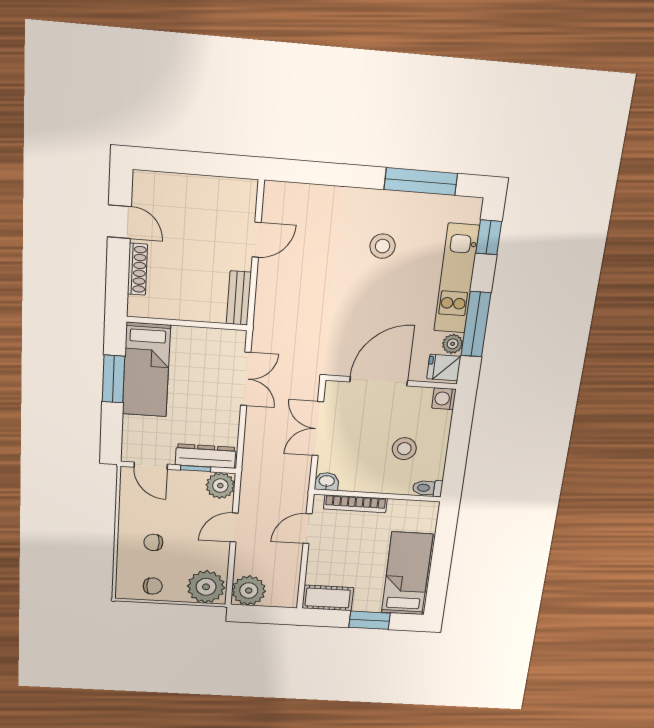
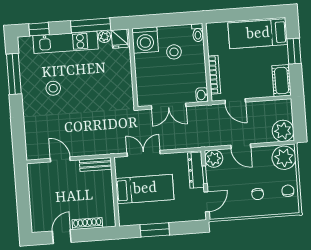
bed: (146, 370) -> (145, 189), moved
door: (379, 381) -> (134, 75), removed
washing machine: (444, 399) -> (145, 40), width x1.89, depth x1.89

